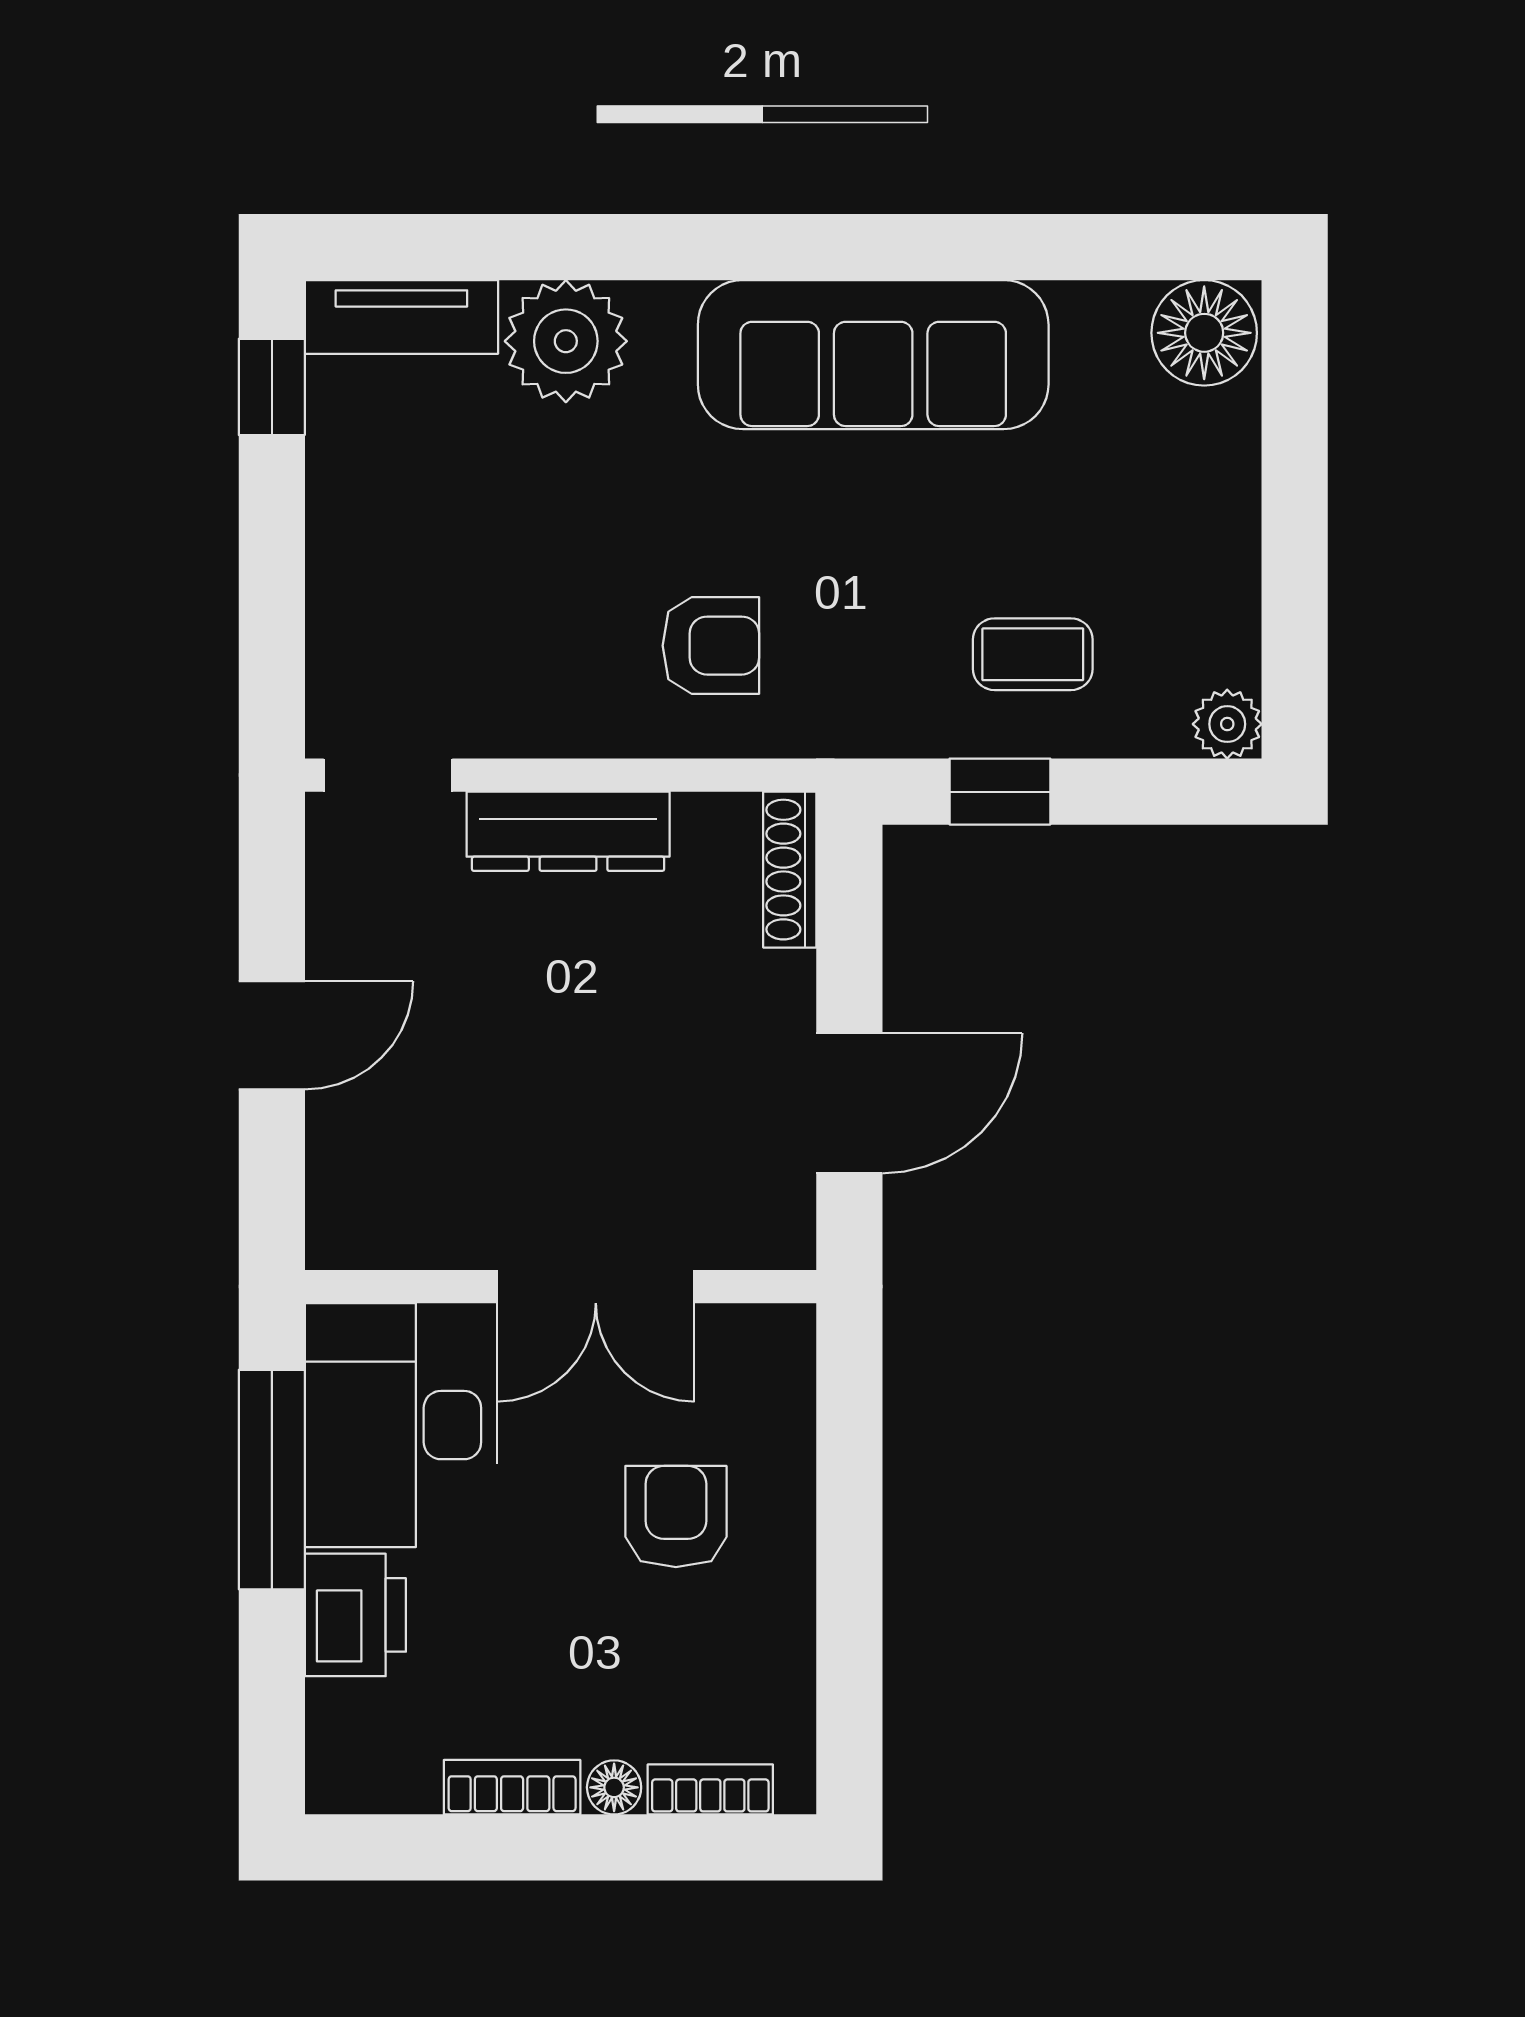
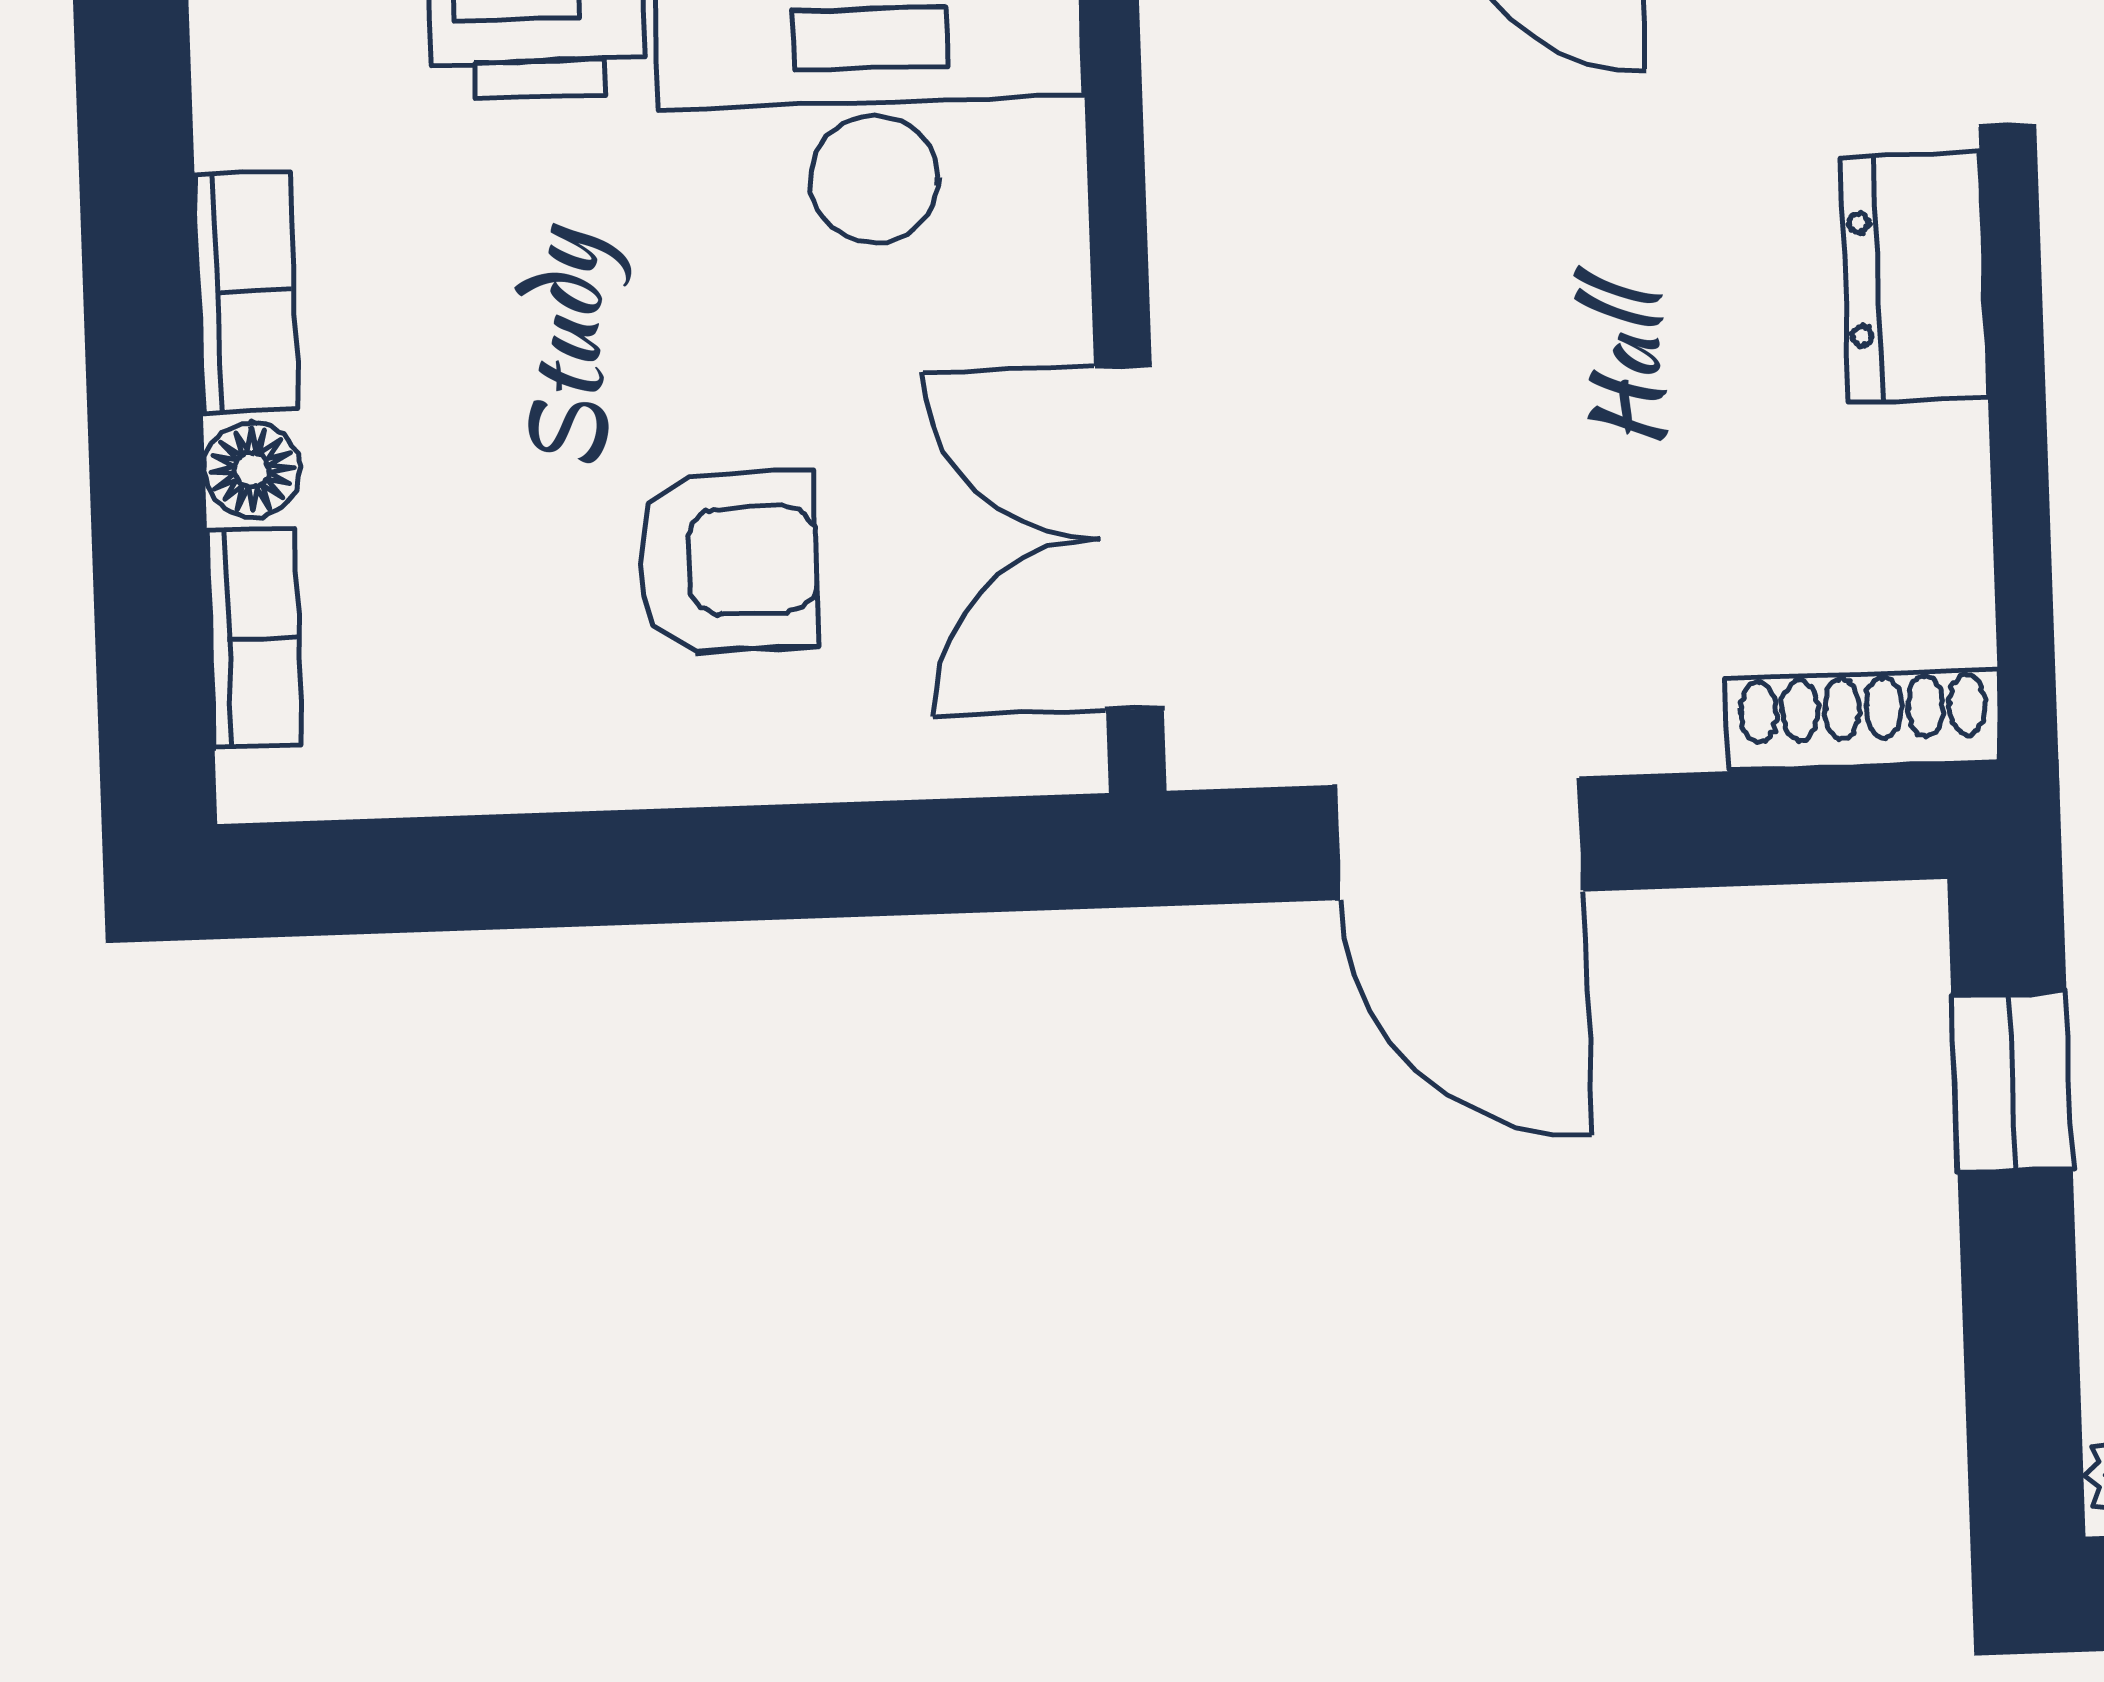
dresser: (568, 831) -> (1915, 278), width x0.70
double door: (596, 1287) -> (1129, 537), moved

